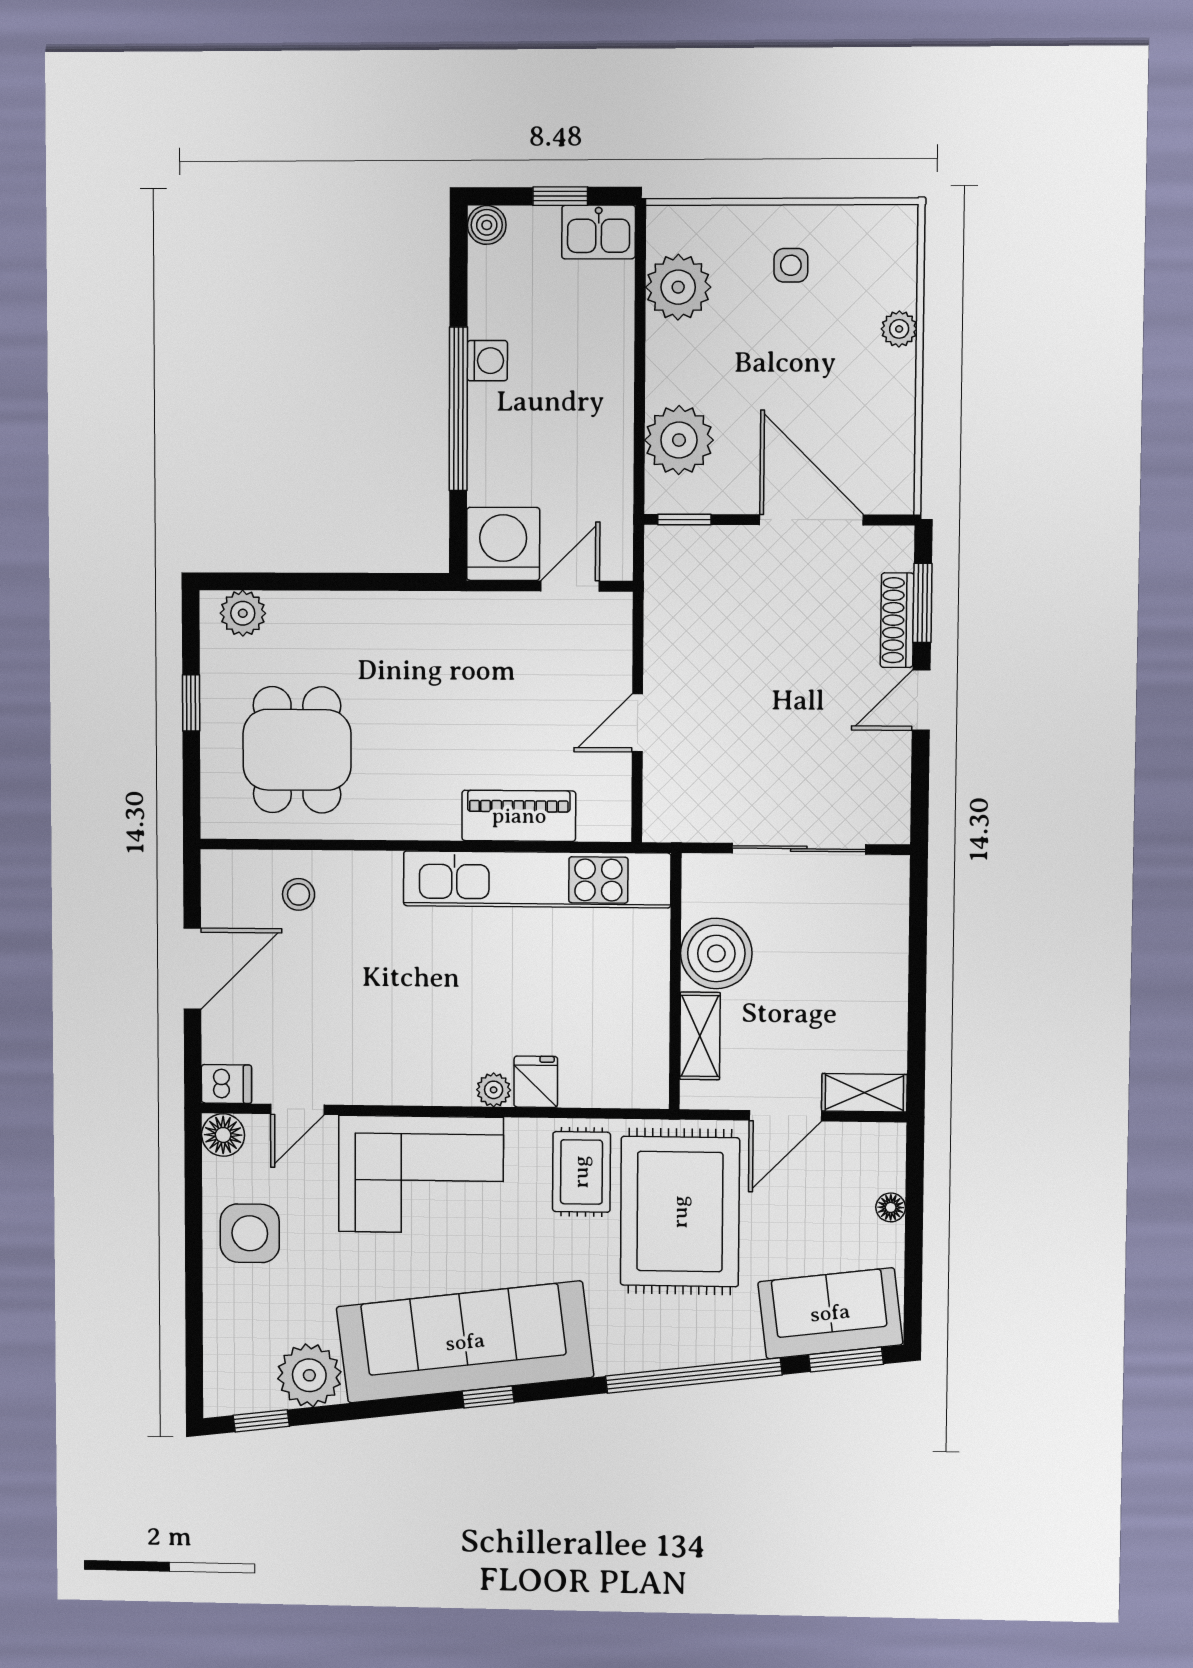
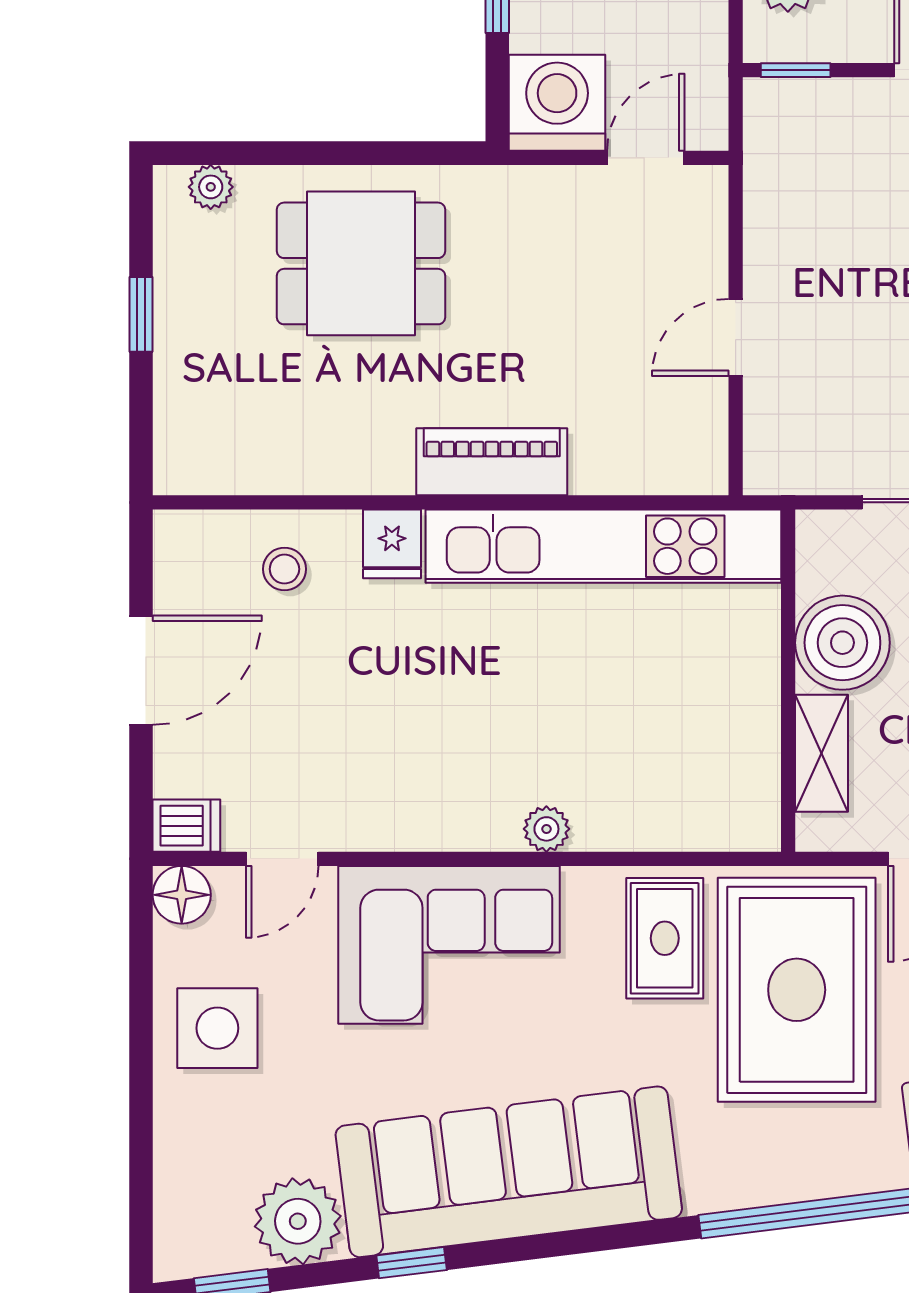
plant: (243, 613) -> (211, 187), width x0.73, depth x0.73
dining table: (297, 750) -> (361, 263), moved, turned 90
piano: (519, 816) -> (492, 462), moved
fridge: (536, 1082) -> (392, 544), moved, turned 180
window: (488, 1397) -> (412, 1263), moved

